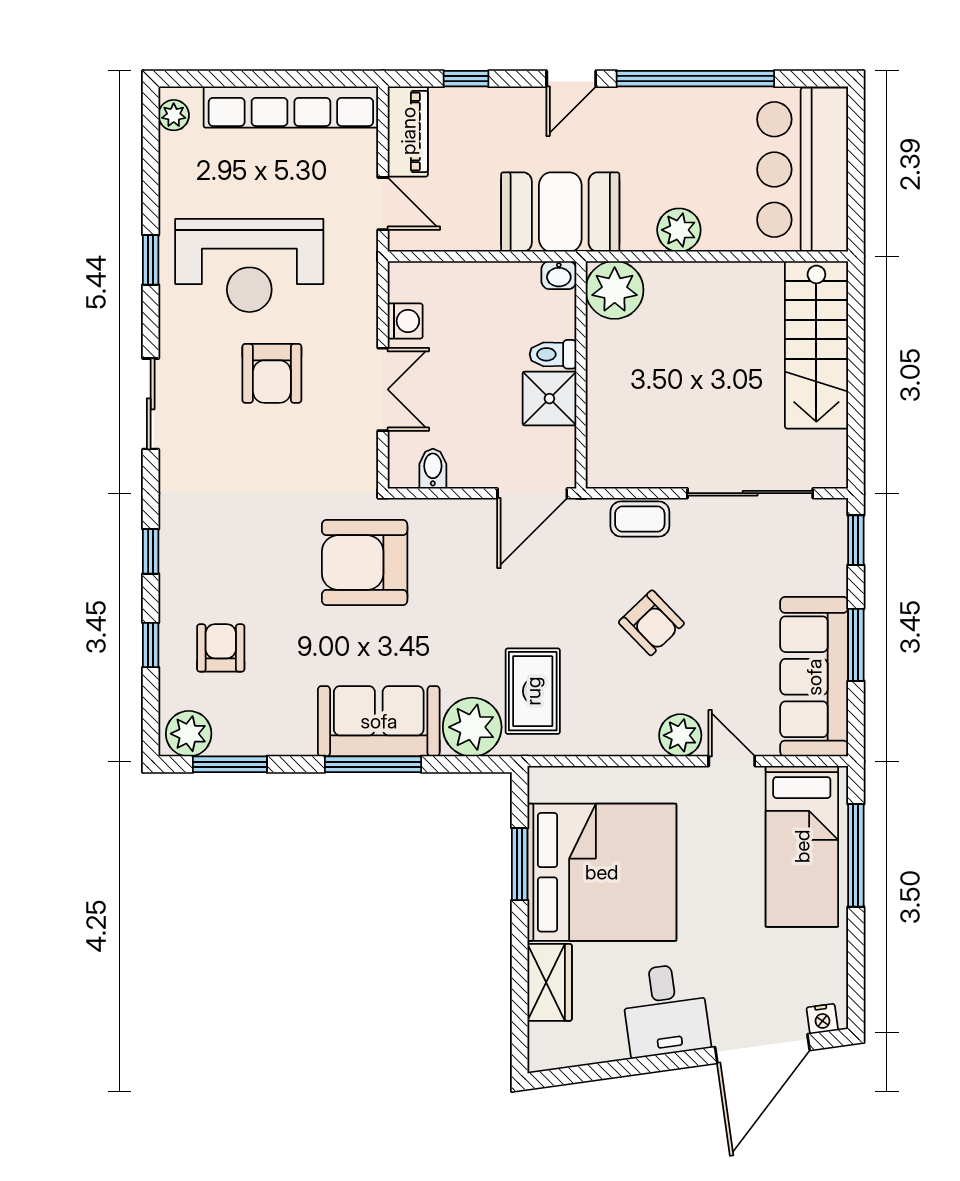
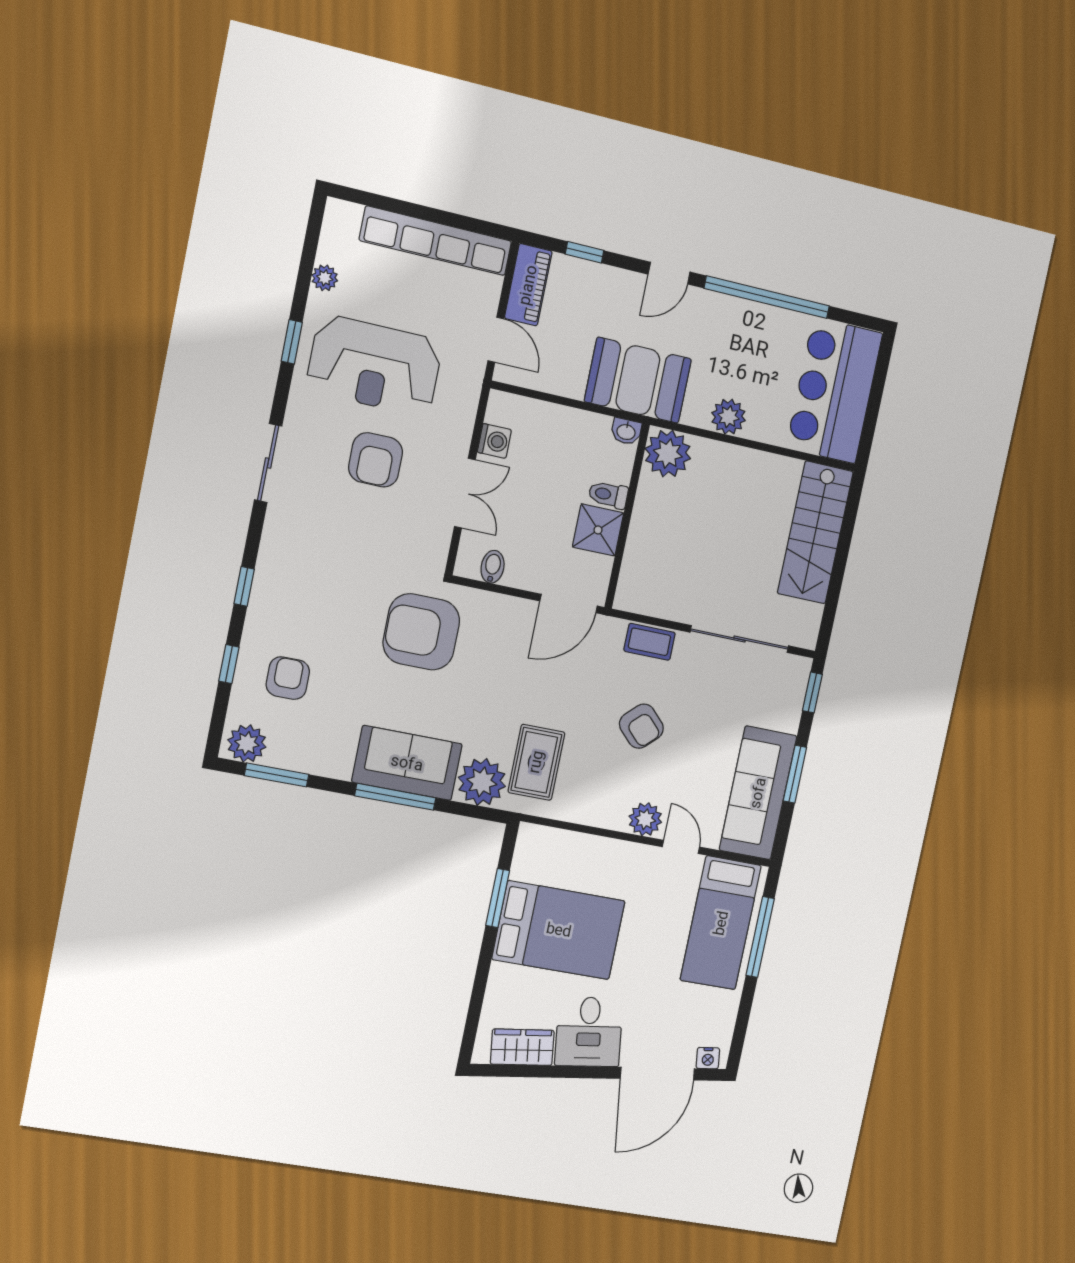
plant: (174, 115) -> (325, 278), moved
bed: (602, 872) -> (559, 930), width x0.73
wardrobe: (550, 982) -> (522, 1047), moved, turned -98

